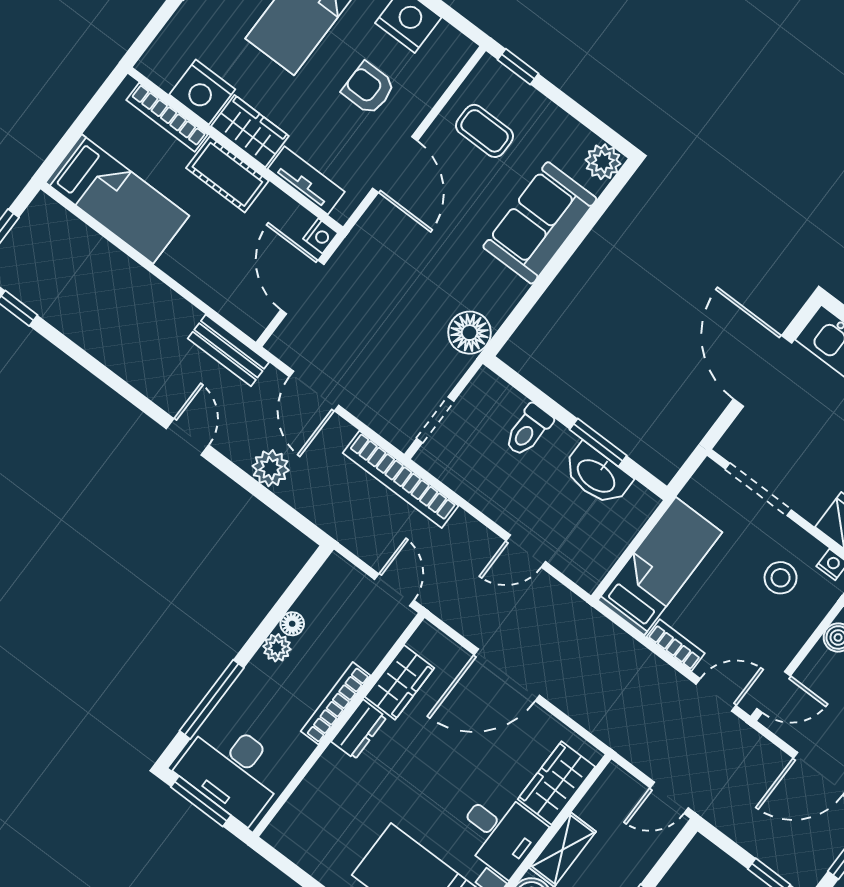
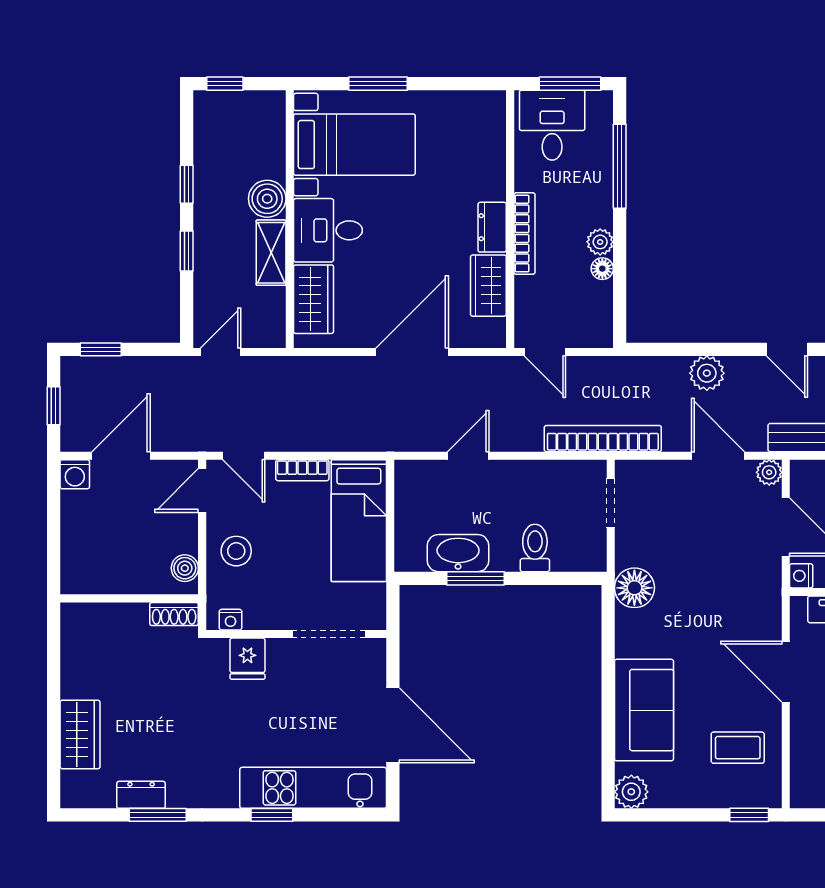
plant: (281, 344) -> (769, 472), added
stool: (781, 578) -> (236, 551), moved
door: (716, 695) -> (244, 456), hinge flipped
desk: (232, 770) -> (552, 125), width x0.73

